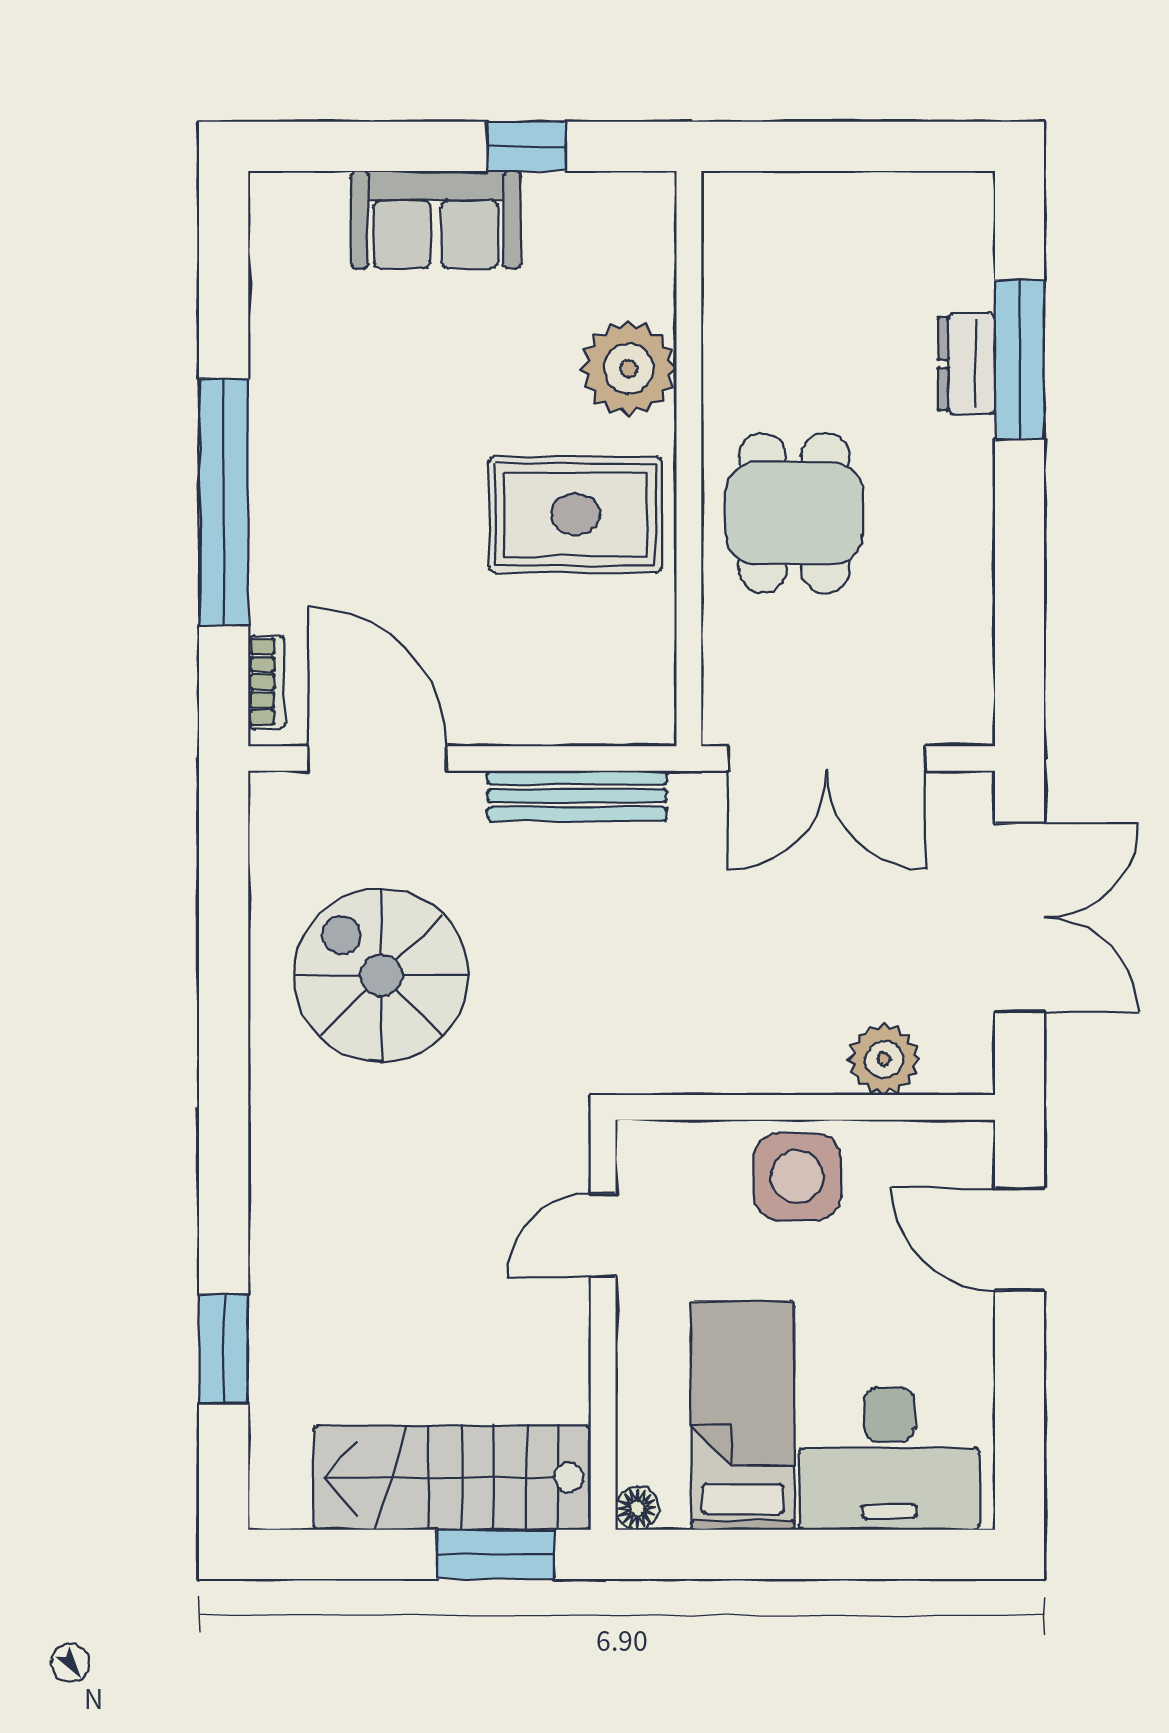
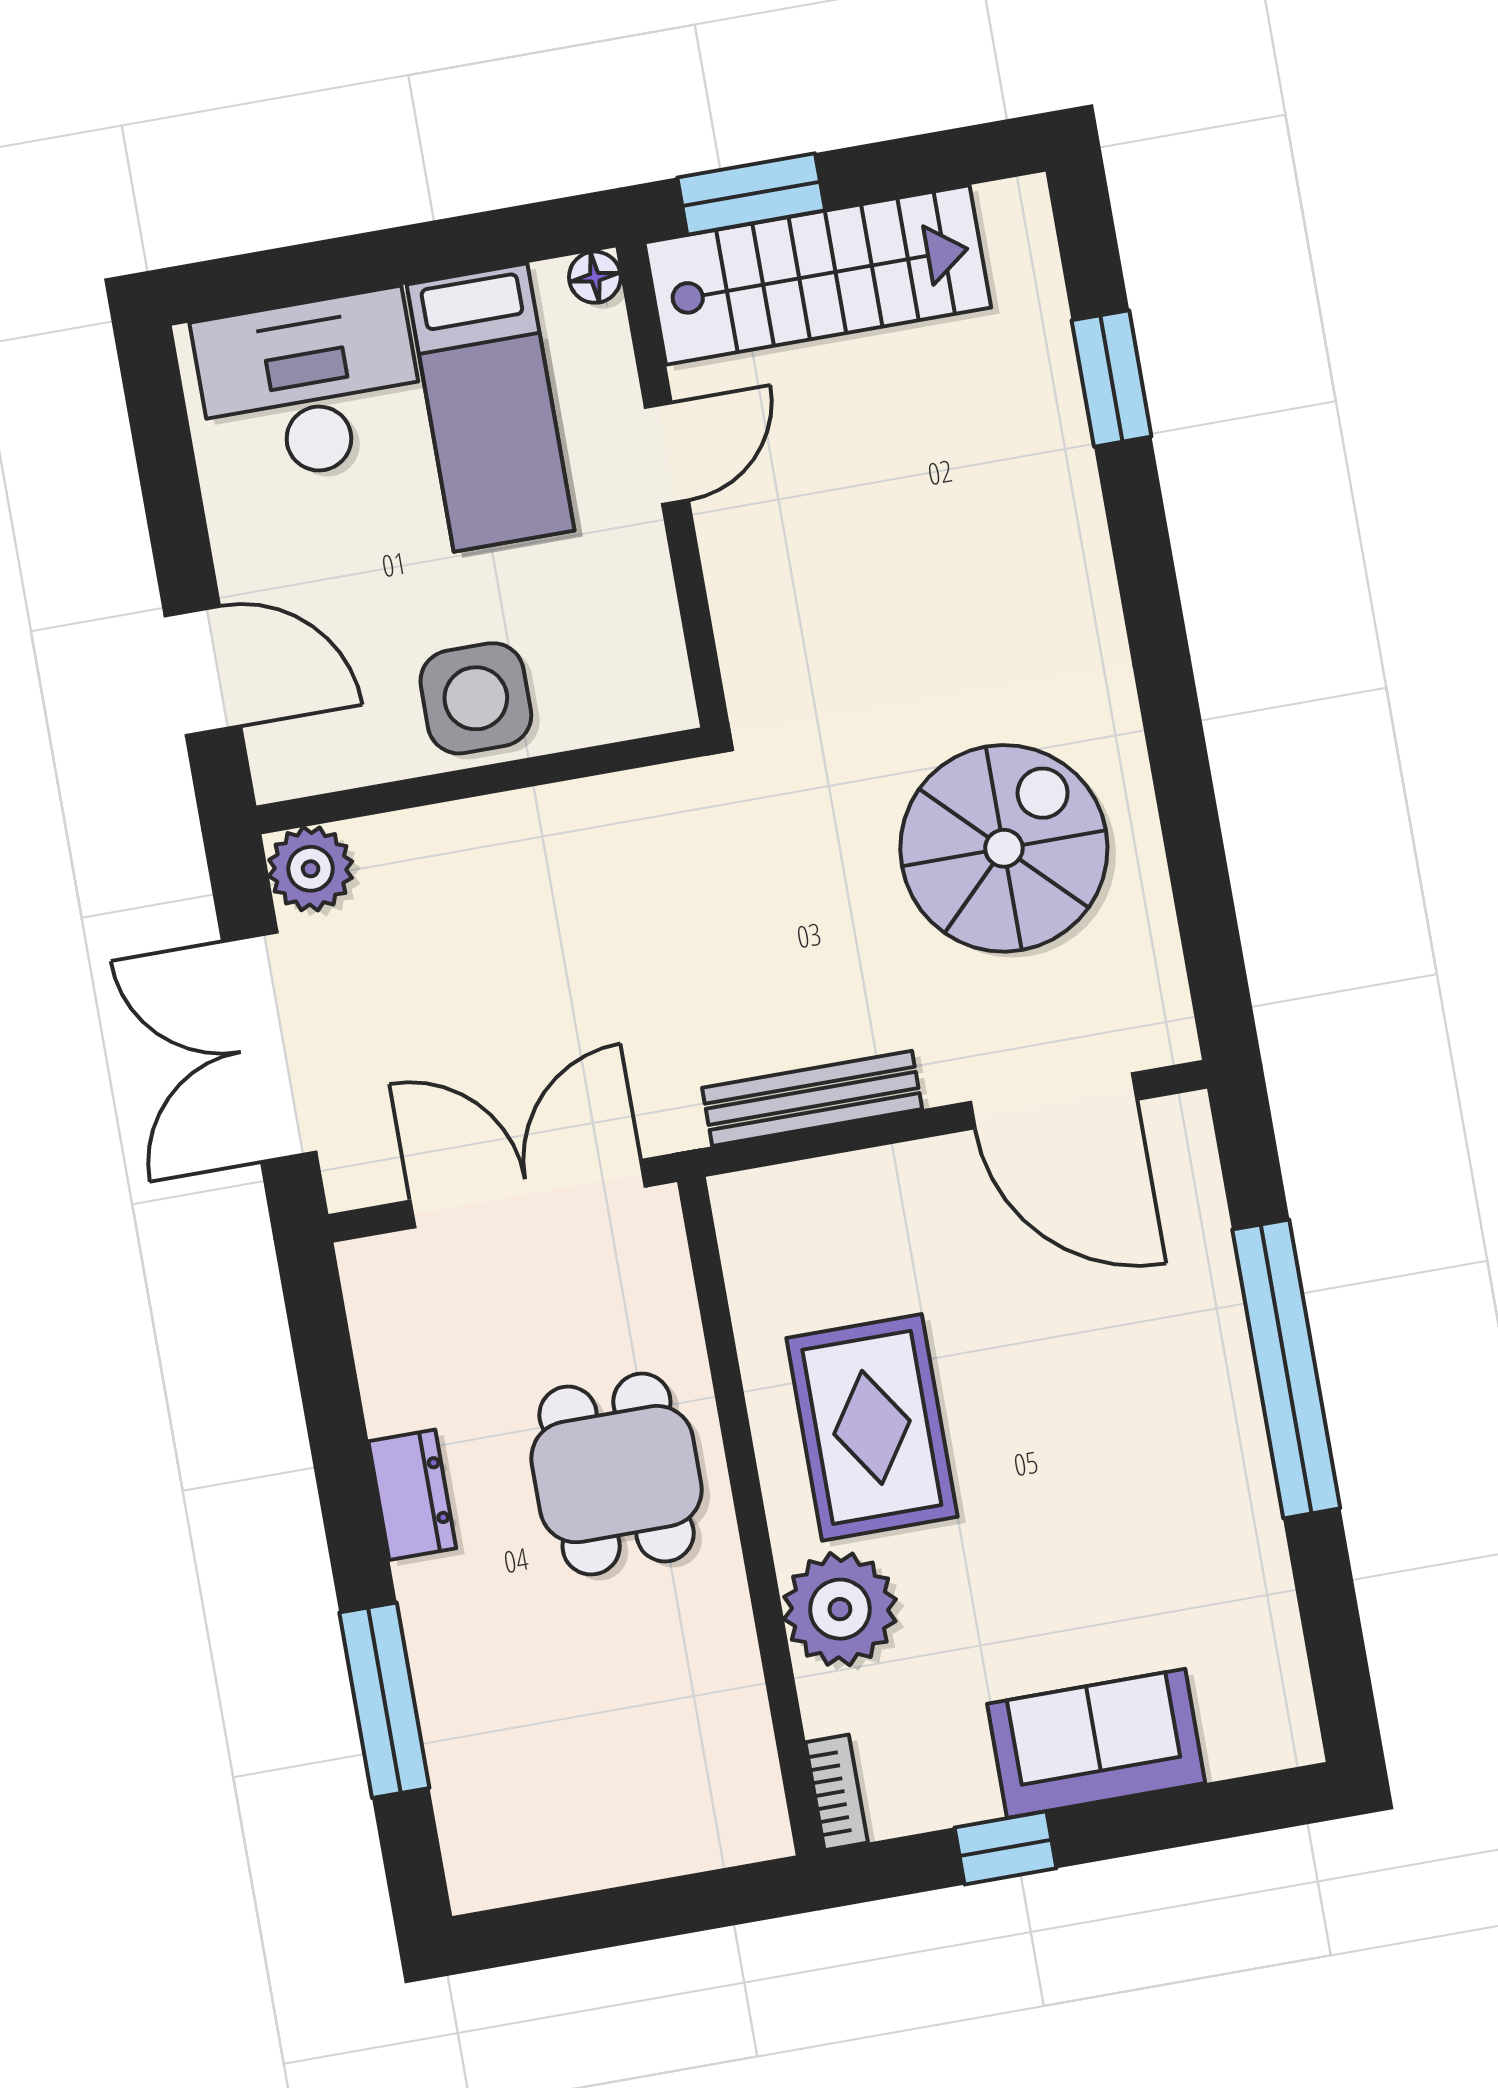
dresser: (966, 364) -> (412, 1495), moved
rug: (576, 514) -> (872, 1427), turned 90
bookcase: (267, 682) -> (837, 1792), moved, turned 180
spiral stairs: (381, 975) -> (1004, 848), turned -90
plant: (884, 1059) -> (311, 869), moved
door: (603, 1235) -> (667, 454), moved

